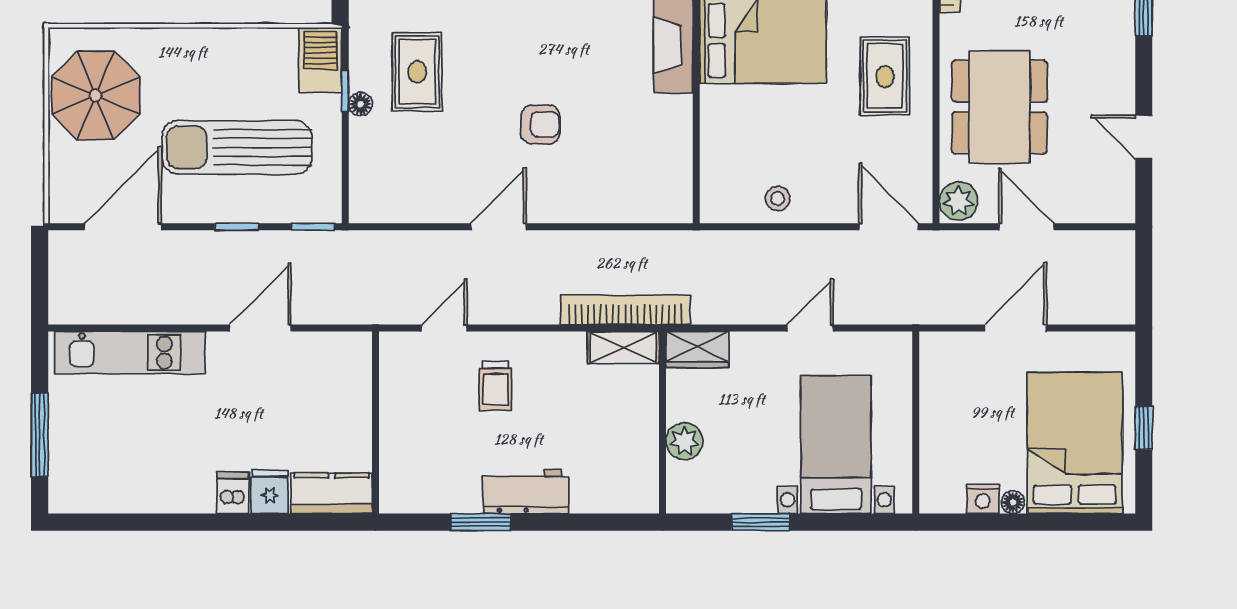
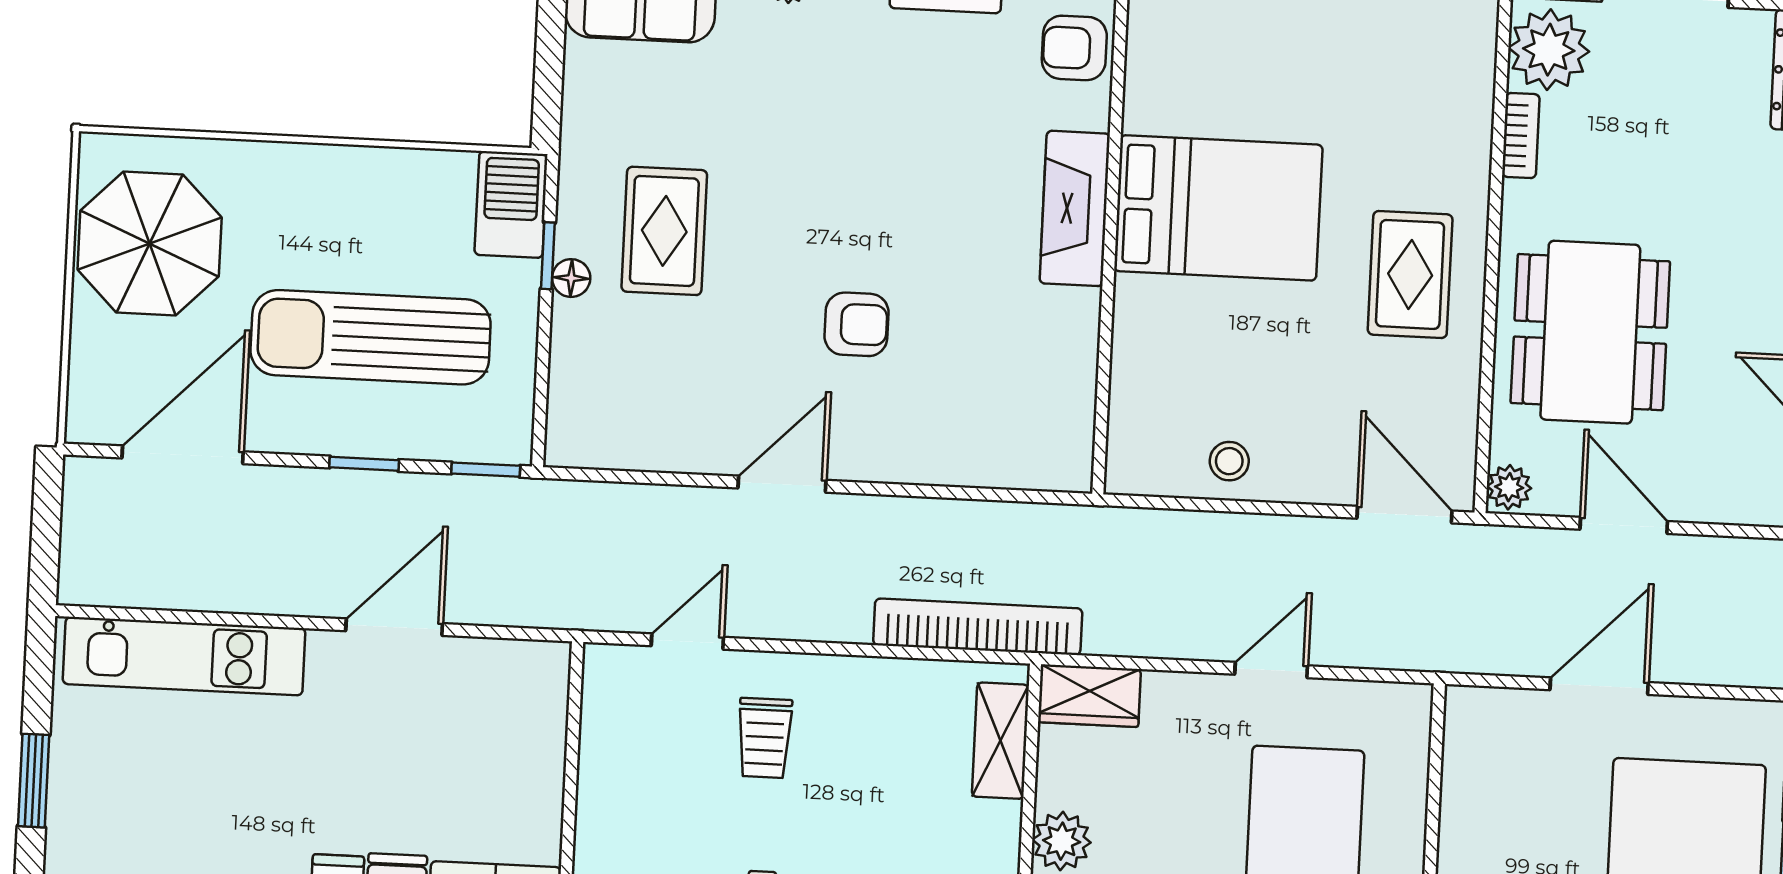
plant: (959, 201) -> (1509, 487), width x0.73, depth x0.73
shelving: (623, 347) -> (1000, 741), moved, turned 90
window: (40, 435) -> (34, 781), width x0.69

